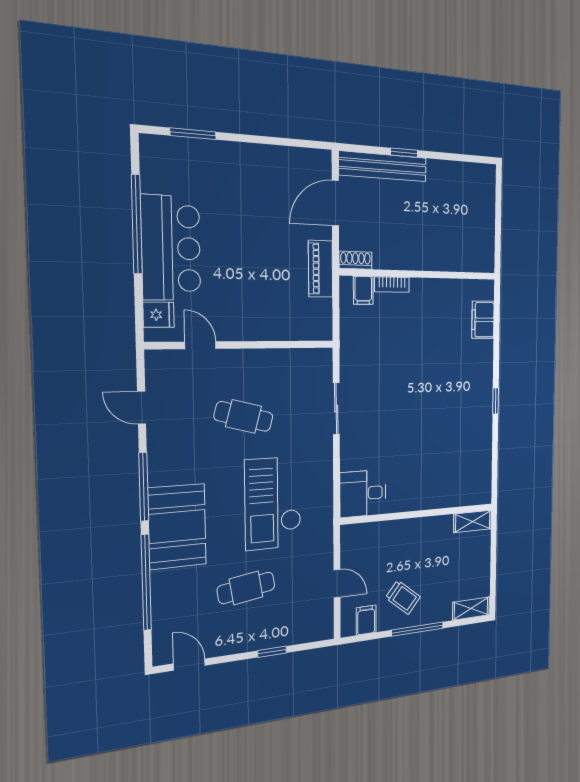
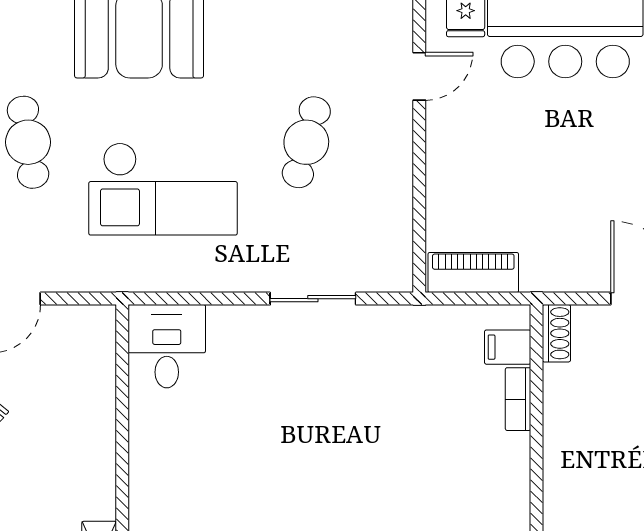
piano: (321, 269) -> (473, 273), moved
checkout: (273, 503) -> (163, 189), turned 180

